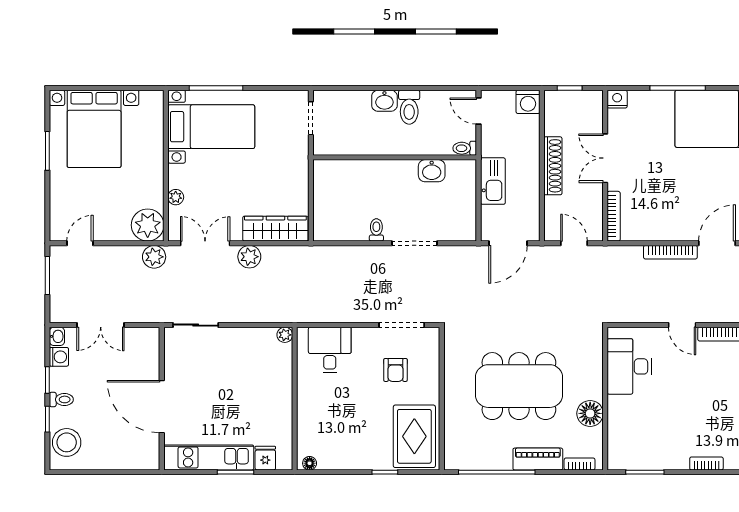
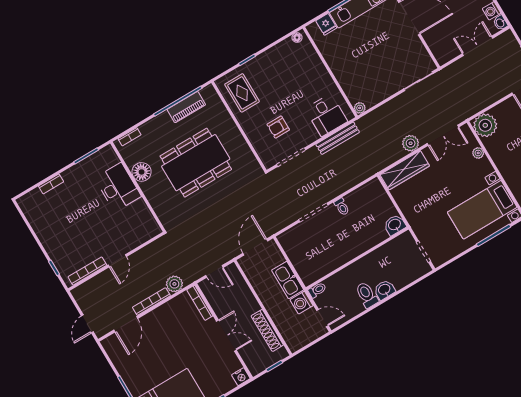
washing machine: (528, 102) -> (302, 303), moved, turned -90
shoe rack: (553, 166) -> (267, 330), moved
washbasin: (432, 171) -> (395, 225), moved
plant: (154, 257) -> (174, 284), moved
bench: (333, 314) -> (338, 138), added
door: (682, 325) -> (117, 261), swing flipped
desk: (629, 366) -> (118, 187), moved
armchair: (395, 370) -> (278, 127), turned -90
rug: (414, 436) -> (242, 93), width x0.73, depth x0.70
piano: (538, 459) -> (186, 107), moved

